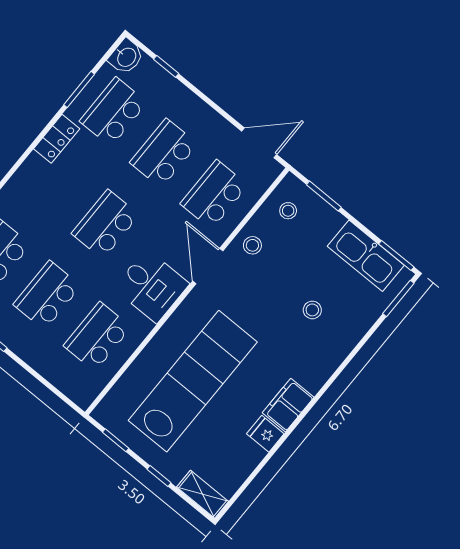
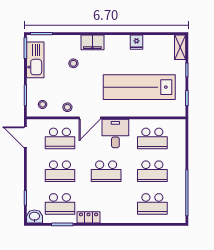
filing cabinet: (288, 405) -> (92, 42), moved

